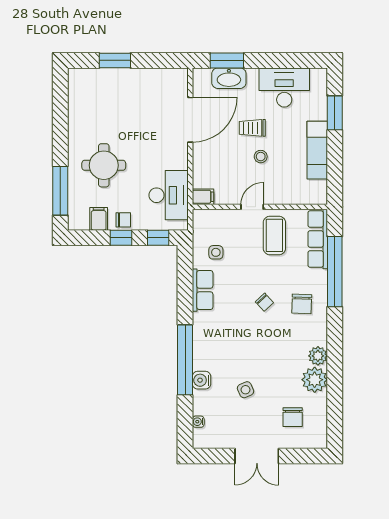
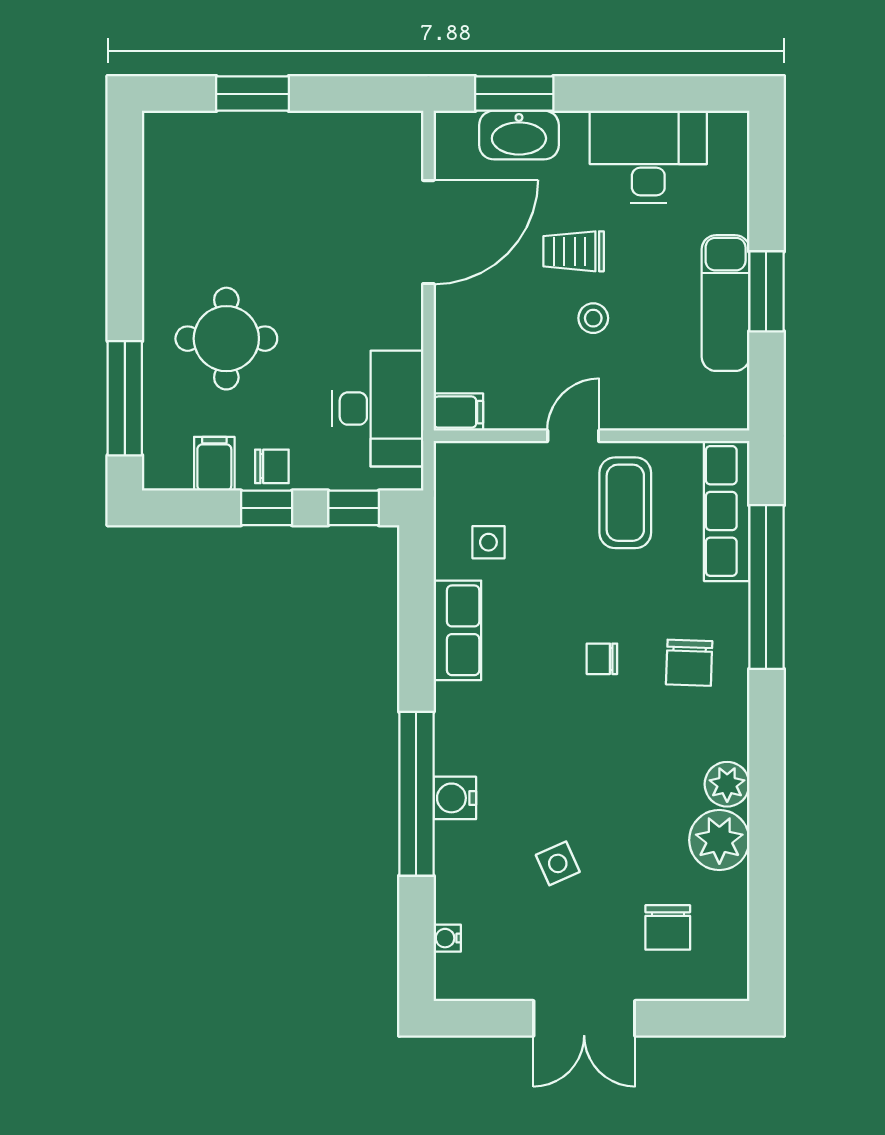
window: (335, 113) -> (766, 291), moved
chair: (264, 302) -> (602, 659), turned 133
water cooler: (201, 380) -> (455, 798), moved

